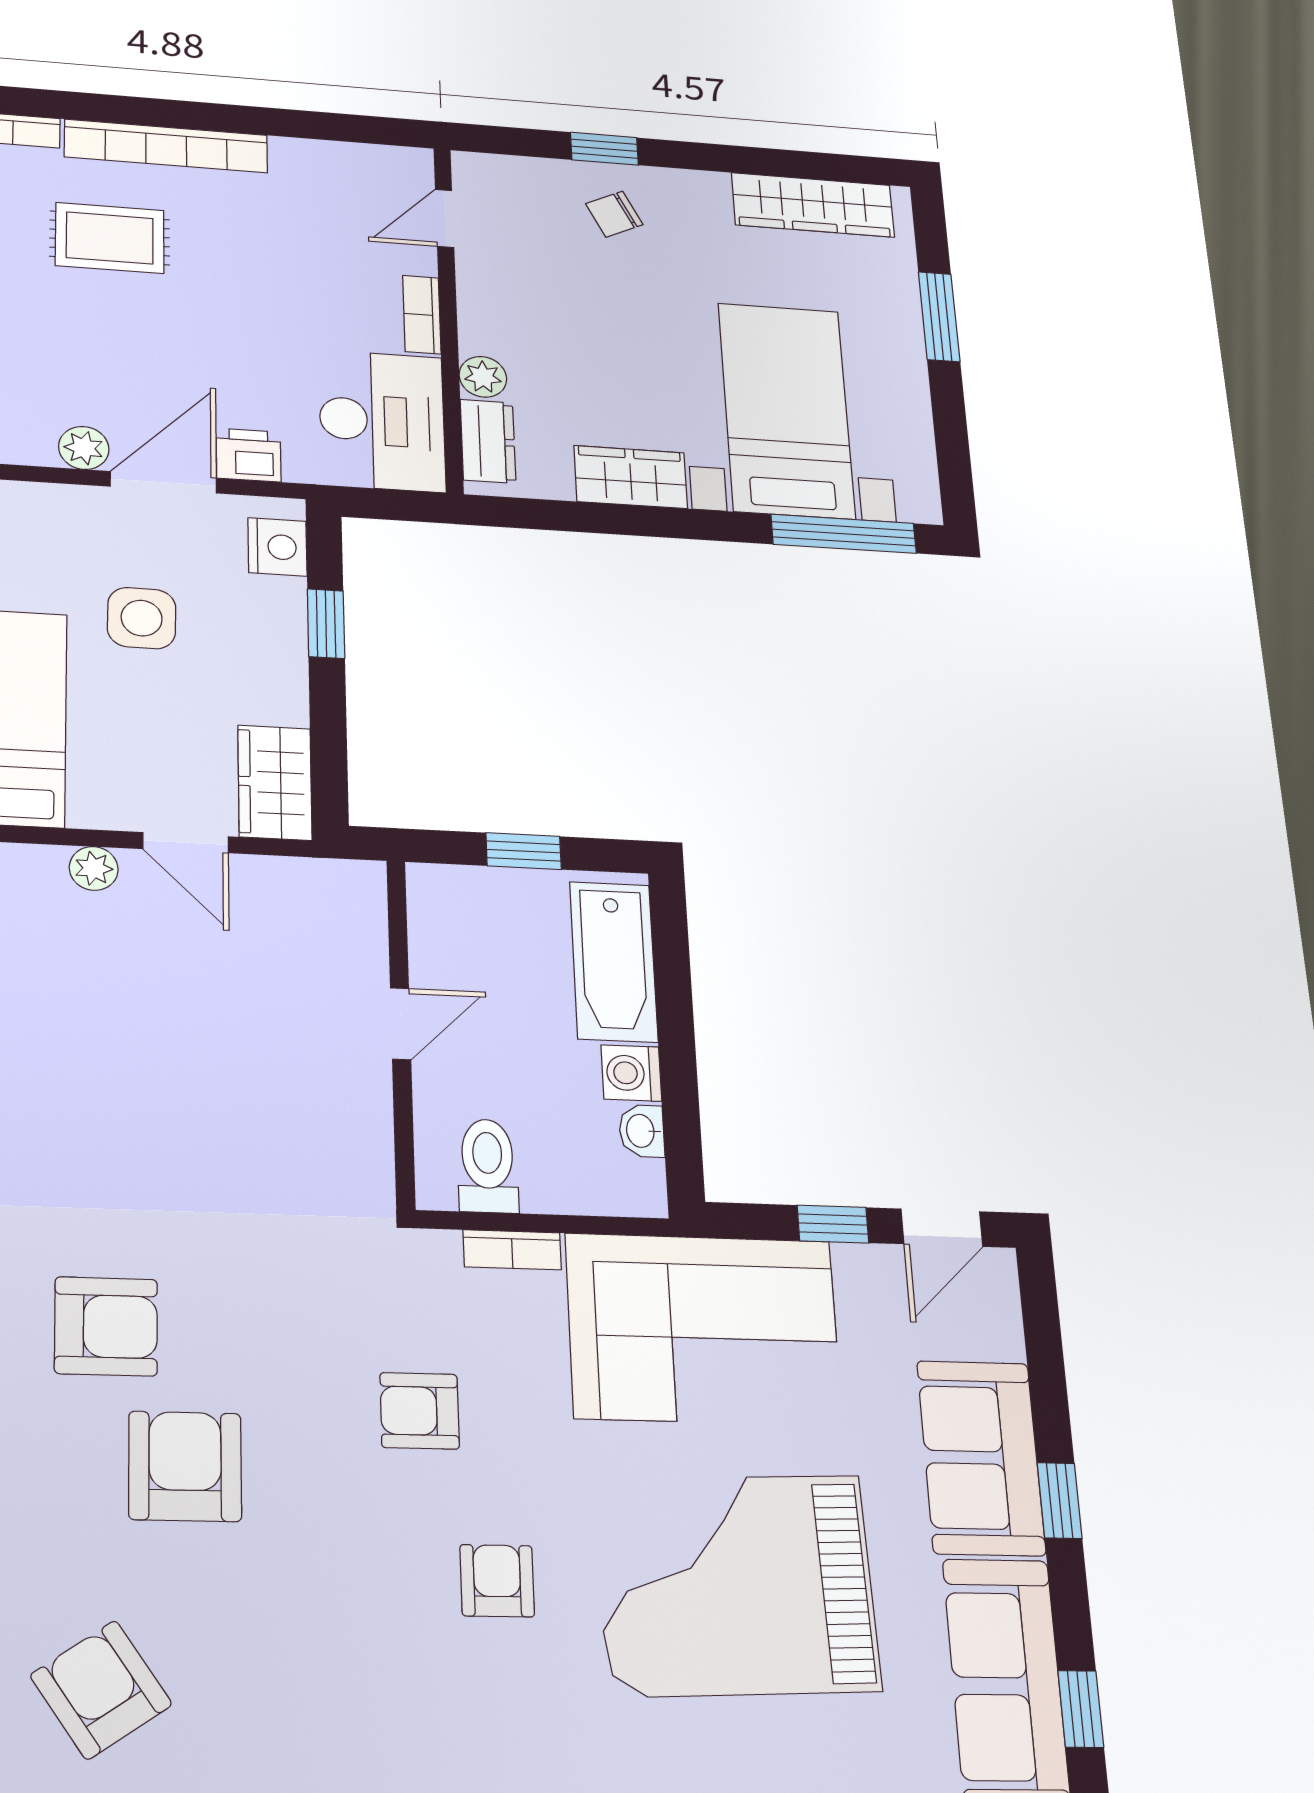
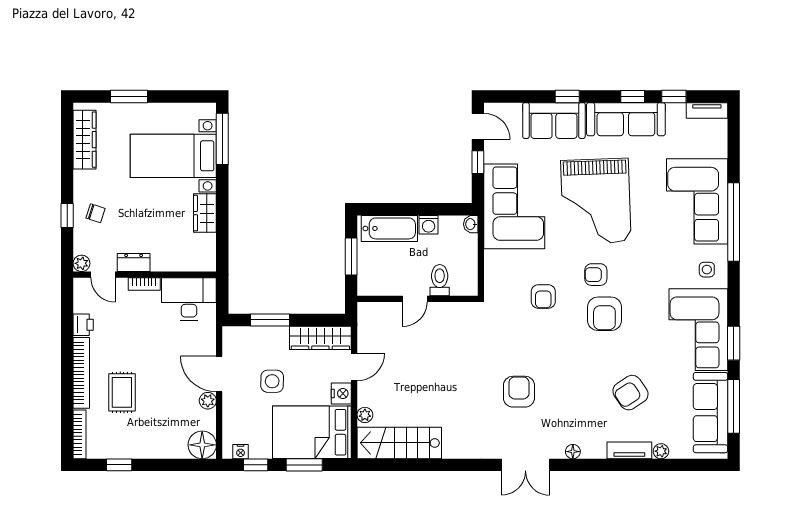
chair: (614, 214) -> (95, 213), turned -46
plant: (483, 377) -> (82, 263), moved
dresser: (488, 441) -> (134, 263), moved
printer: (249, 455) -> (83, 325), moved, turned 180
nightstand: (277, 547) -> (341, 393), moved, turned 90
window: (326, 624) -> (270, 320), width x1.50
wardrobe: (275, 783) -> (320, 338), width x1.50
window: (524, 851) -> (351, 257), width x1.50
plant: (94, 868) -> (365, 415), moved
door: (401, 1024) -> (415, 299), swing flipped
washbasin: (642, 1131) -> (471, 224), moved, turned 90
toilet: (488, 1166) -> (440, 280), moved, turned 90
bookcase: (512, 1250) -> (490, 266), removed
armchair: (185, 1466) -> (604, 314), moved, turned -90

